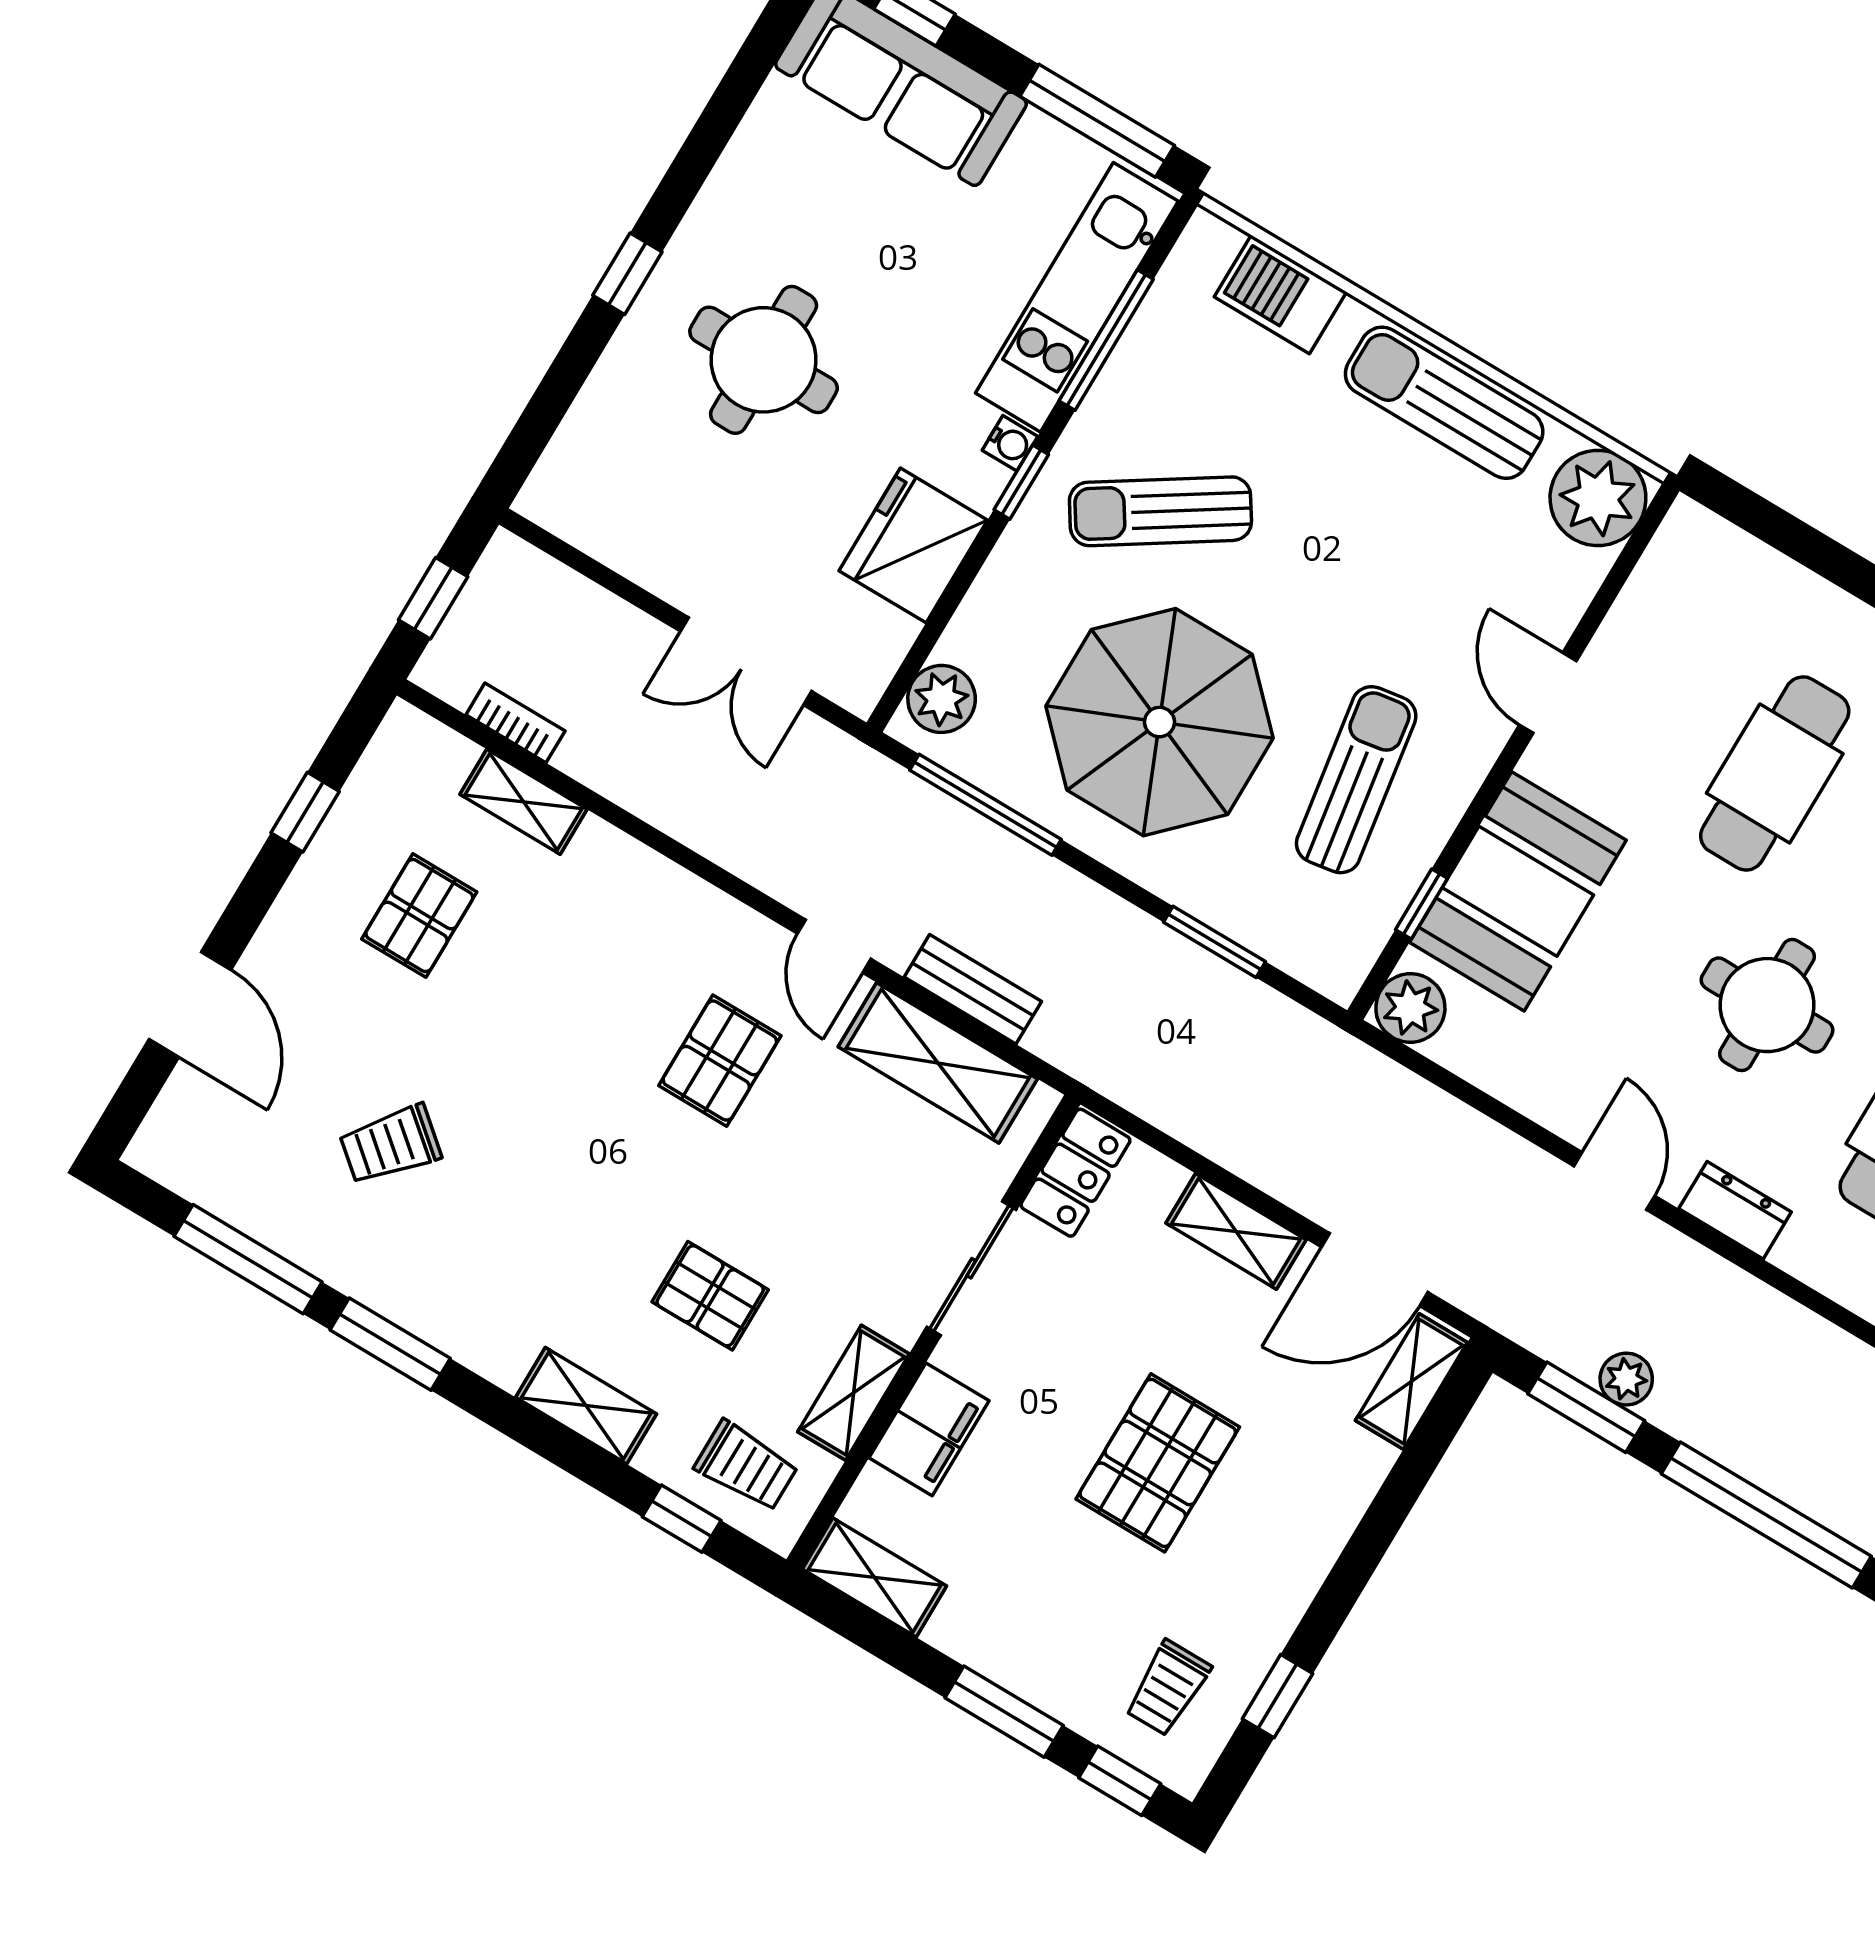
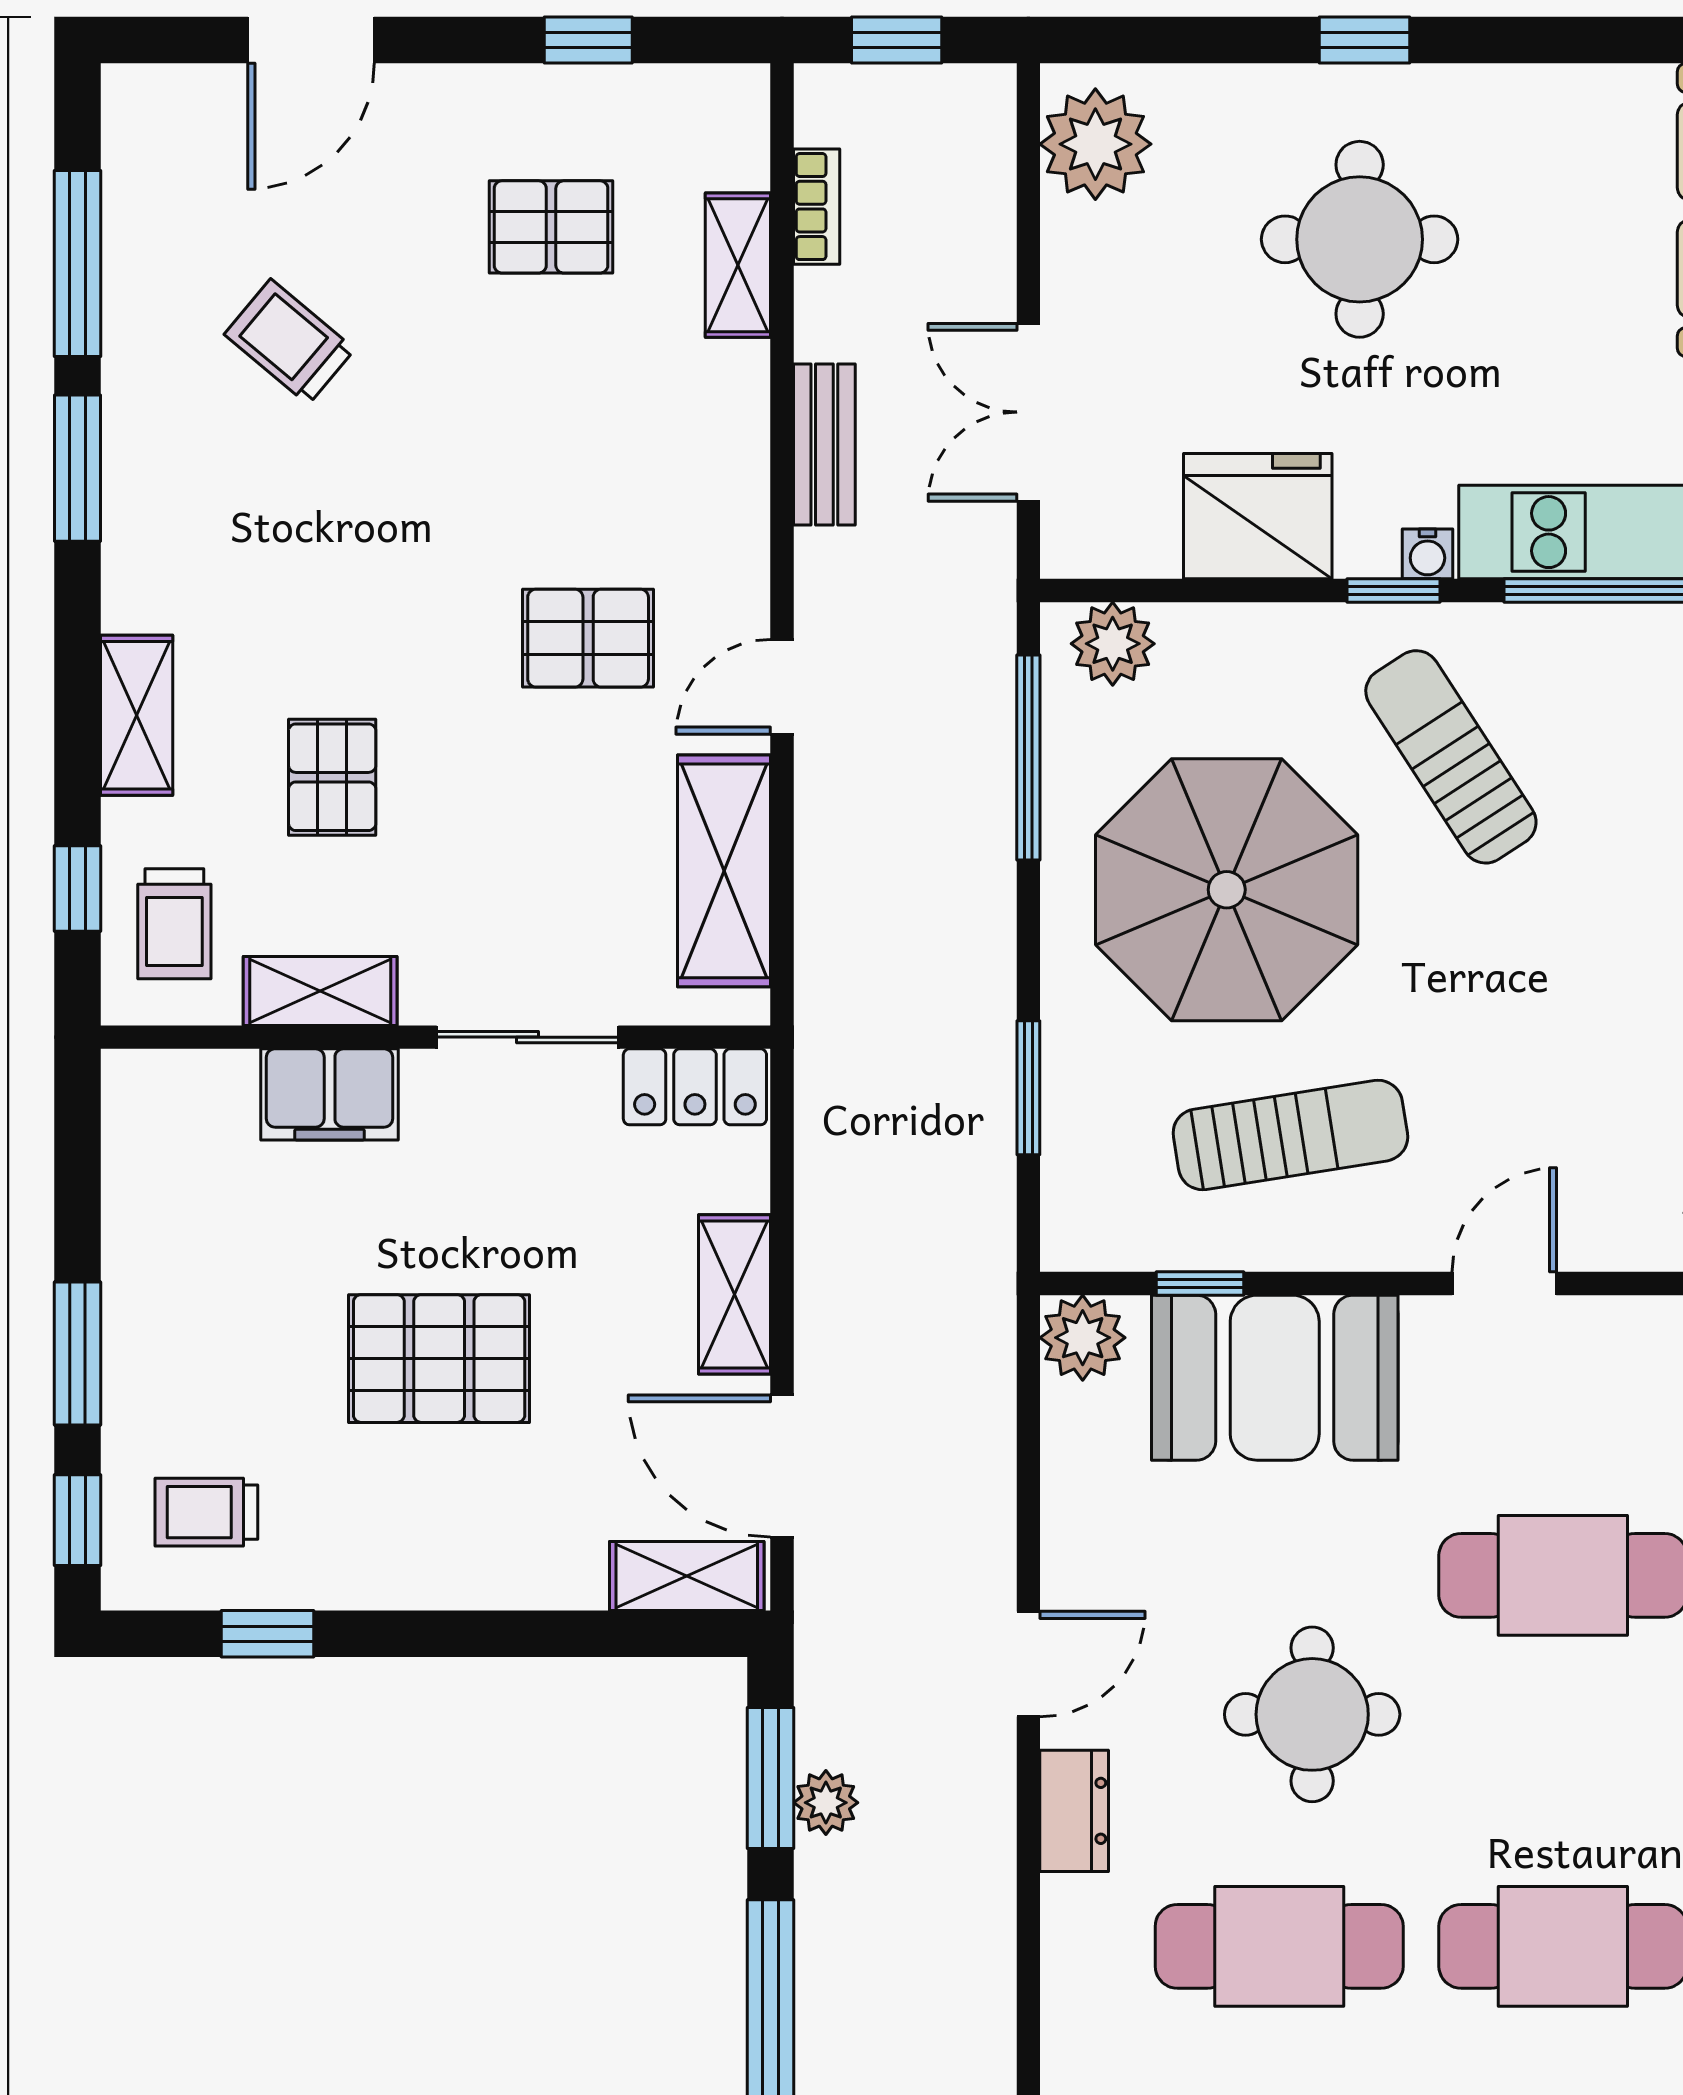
plant: (588, 503) -> (1095, 144), added
bench: (973, 989) -> (824, 444), moved
shelving: (874, 1578) -> (138, 1131), removed

